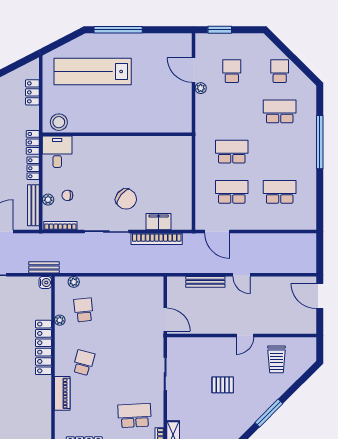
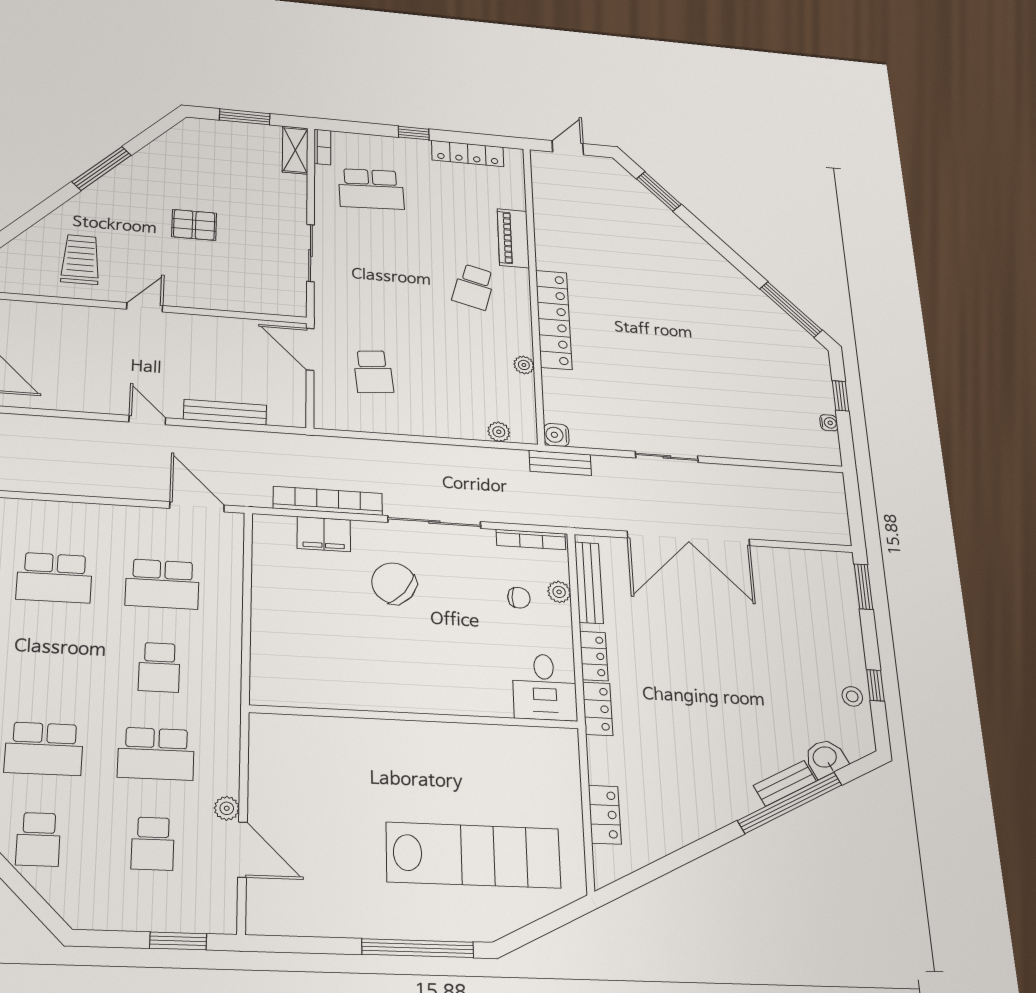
school desk: (232, 111) -> (156, 754), added
stool: (59, 122) -> (544, 748), removed
school desk: (232, 152) -> (159, 667), width x0.54
school desk: (84, 310) -> (373, 372), moved

